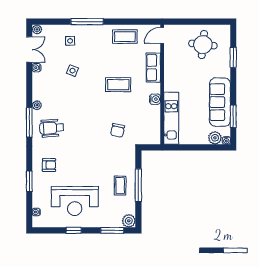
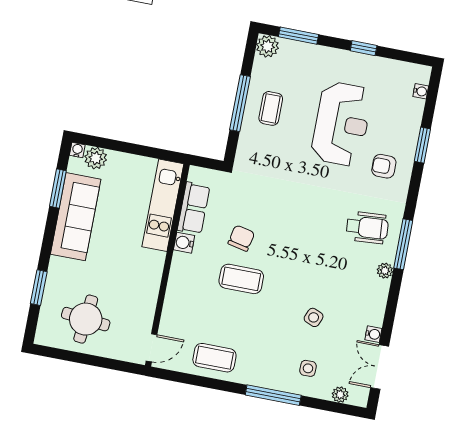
plant: (37, 29) -> (340, 395), moved
row of seats: (153, 68) -> (194, 208), moved
chair: (118, 130) -> (241, 238), moved
reception desk: (75, 201) -> (342, 124), moved, turned 90

